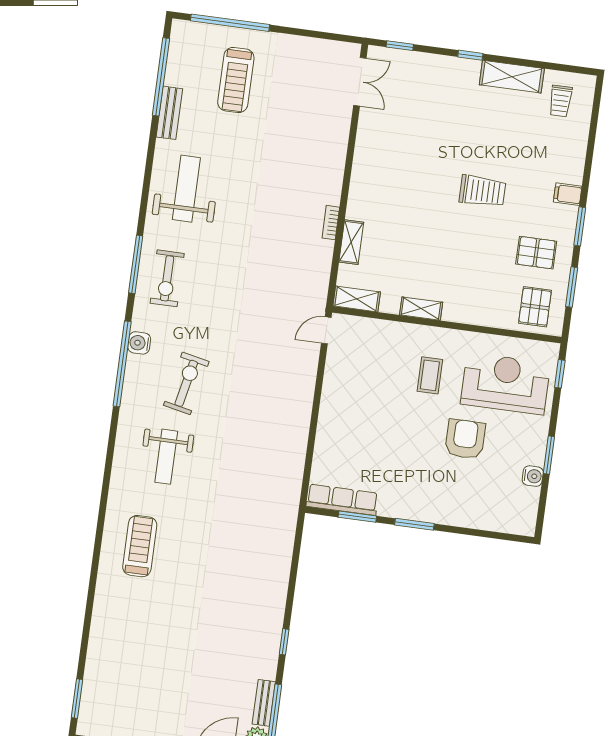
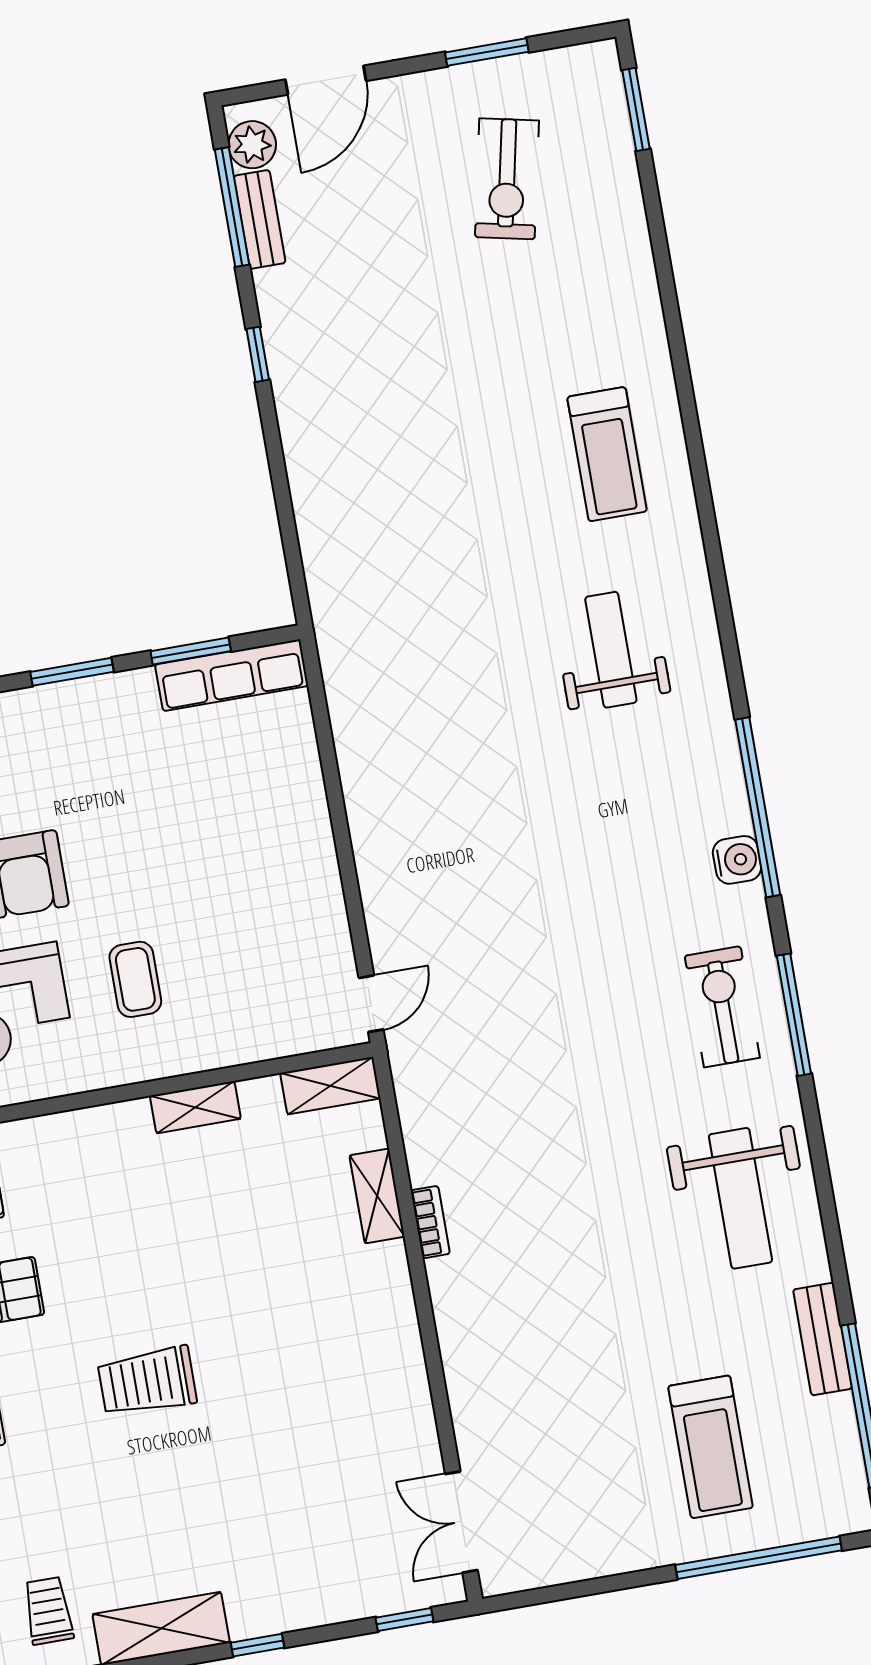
treadmill: (236, 80) -> (711, 1447), turned 180
exercise bike: (186, 383) -> (507, 179), moved

